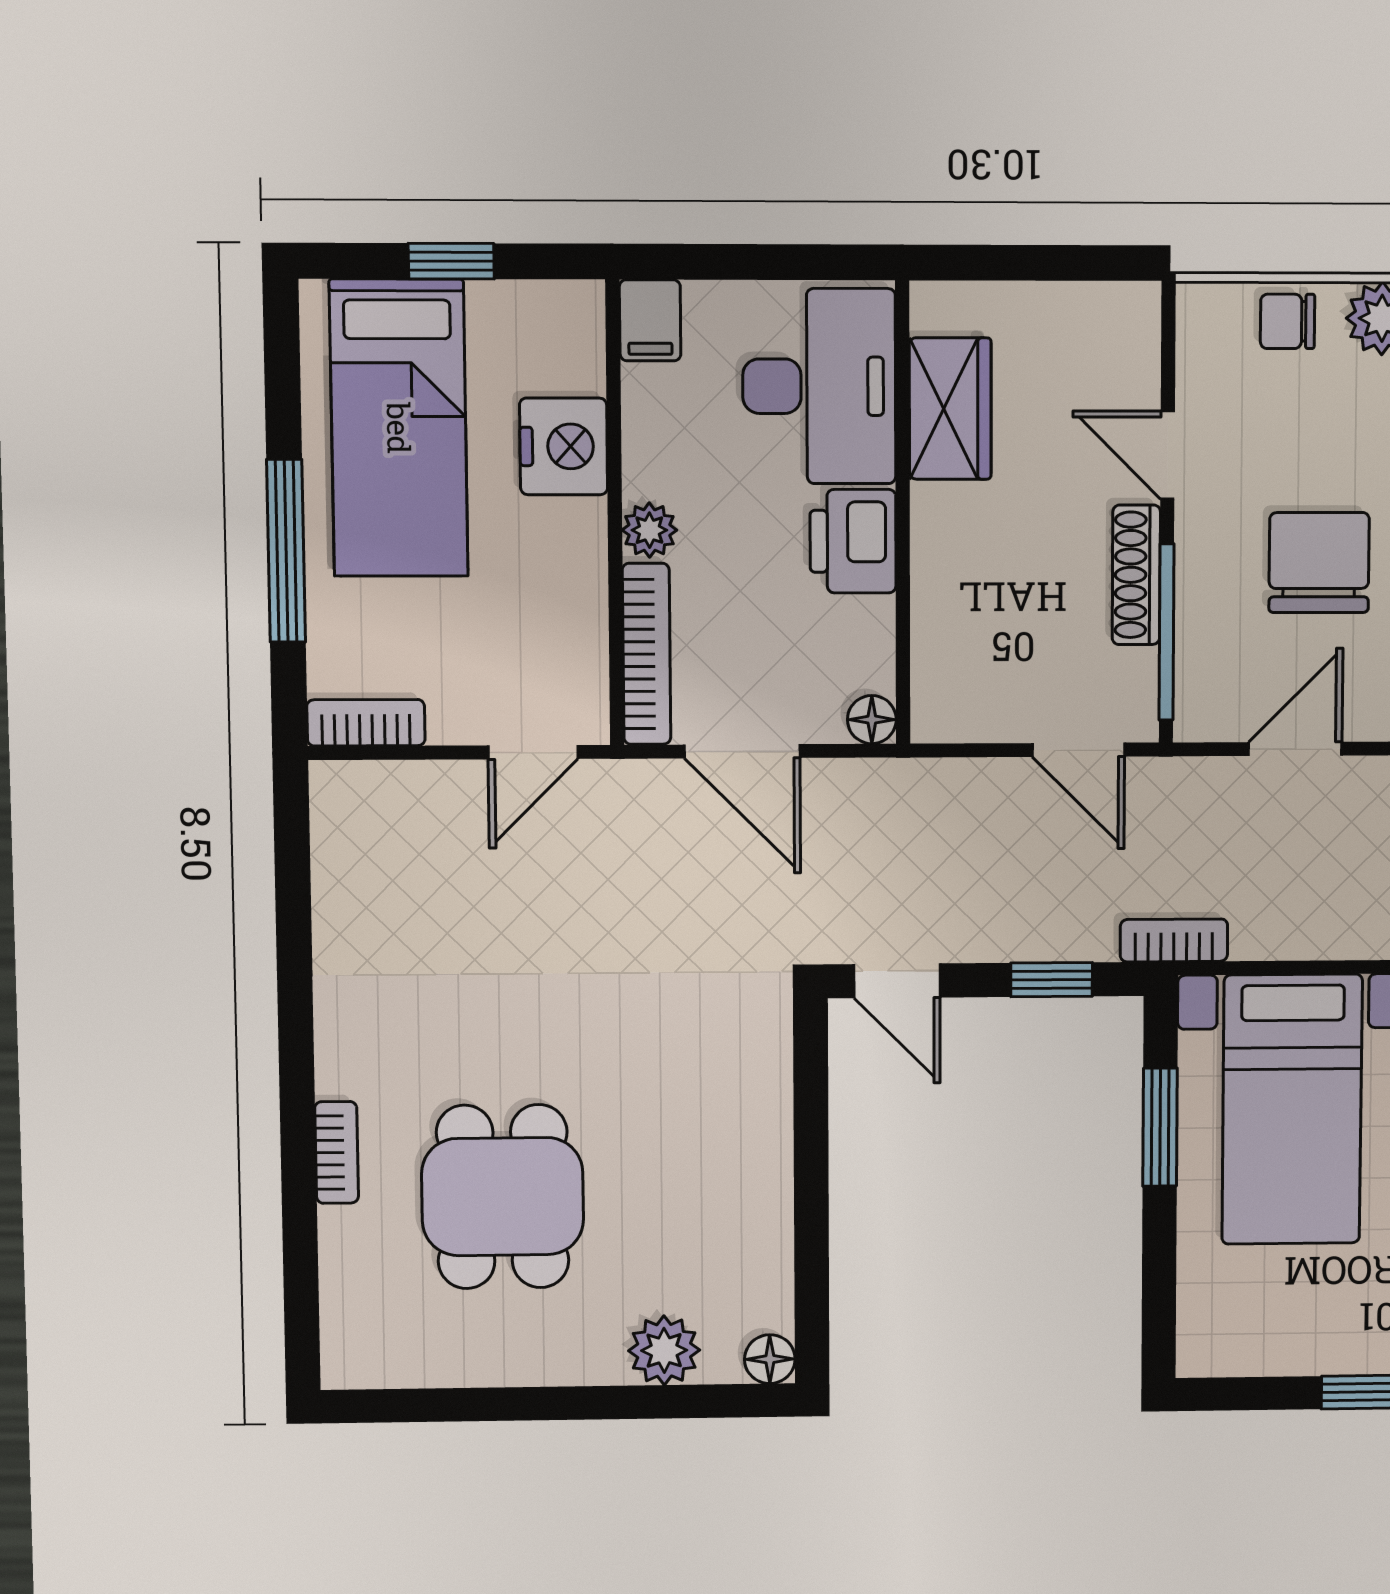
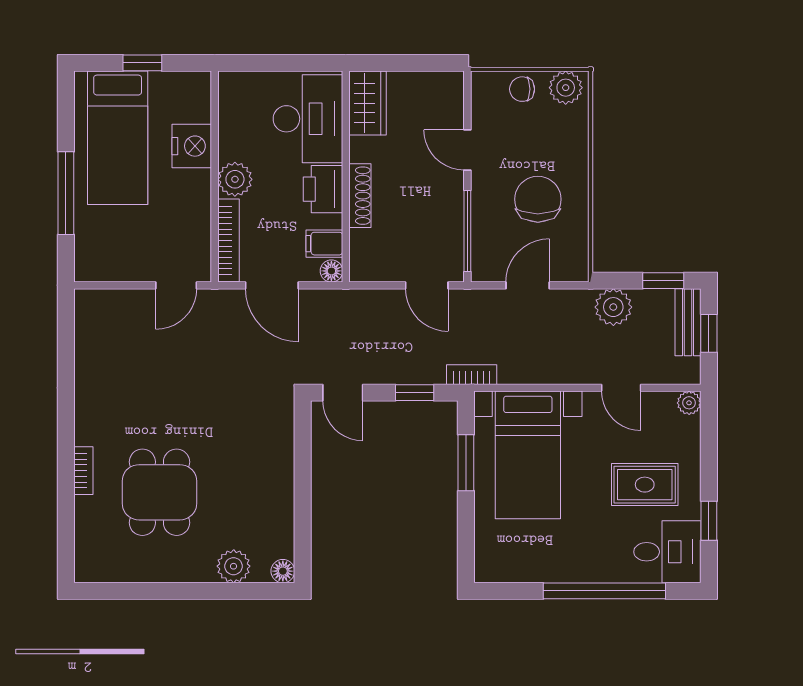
filing cabinet: (650, 320) -> (324, 244), moved, turned 90
wardrobe: (950, 409) -> (368, 103), moved
plant: (649, 530) -> (235, 179), width x1.38, depth x1.38
shoe rack: (1136, 575) -> (360, 196), moved, turned 180
bookcase: (366, 723) -> (100, 272), removed

